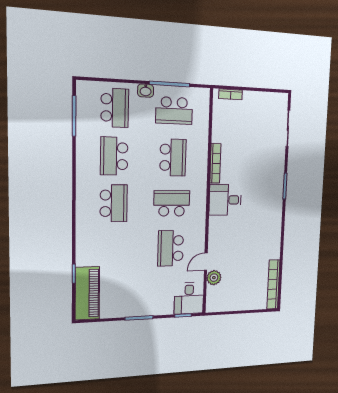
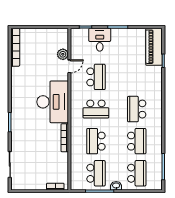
school desk: (115, 108) -> (137, 173), turned 180
school desk: (174, 111) -> (96, 173), turned 90
desk: (225, 200) -> (53, 102), width x1.87, depth x1.30
desk: (189, 298) -> (100, 40), moved

